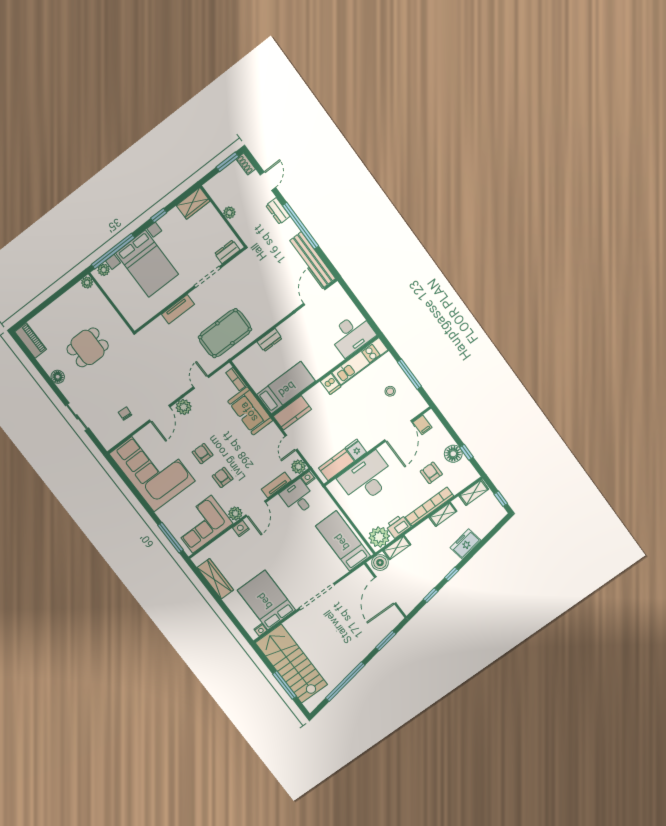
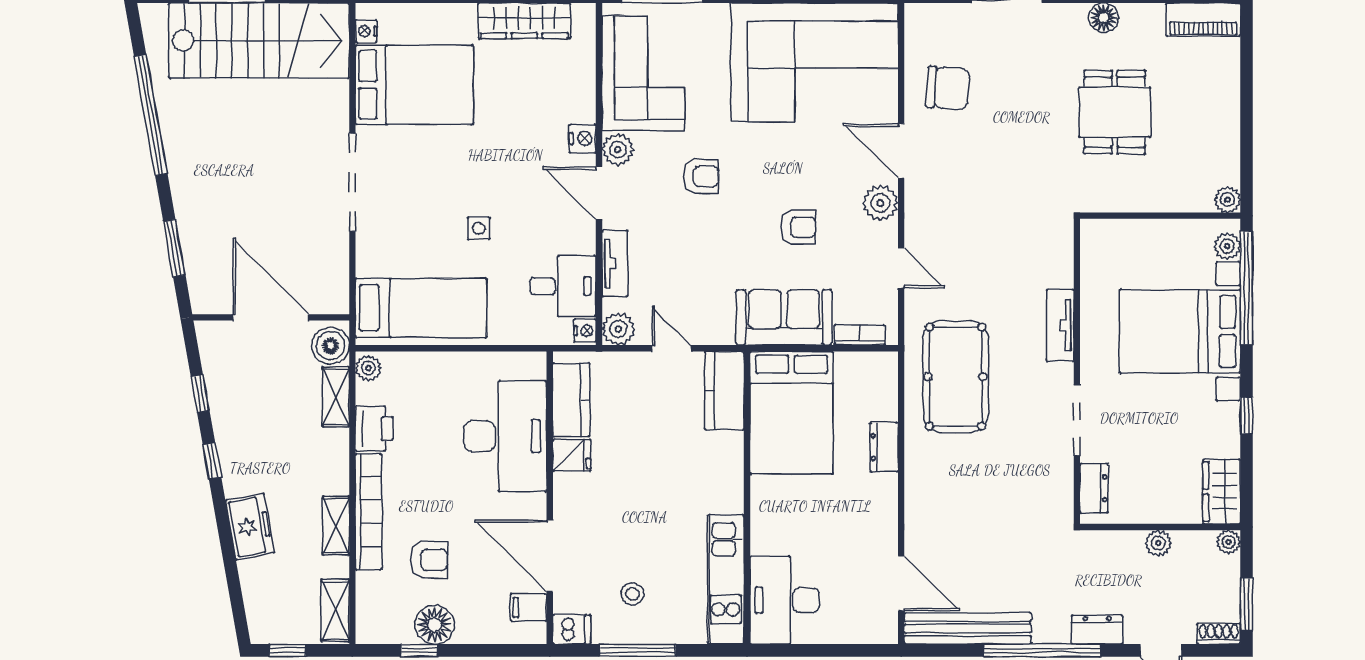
plant: (210, 186) -> (1229, 542), added
dishwasher: (331, 384) -> (572, 629), moved, turned 180
bed: (286, 388) -> (792, 413), width x1.50
chair: (125, 414) -> (948, 88), width x1.87, depth x1.87
armchair: (202, 454) -> (798, 227), moved
plant: (379, 537) -> (368, 368), width x0.53, depth x0.53
side table: (300, 541) -> (479, 228), added

